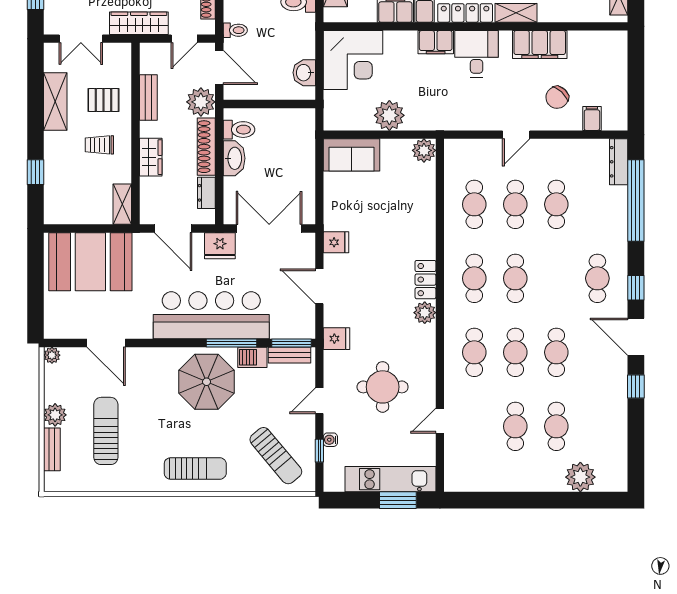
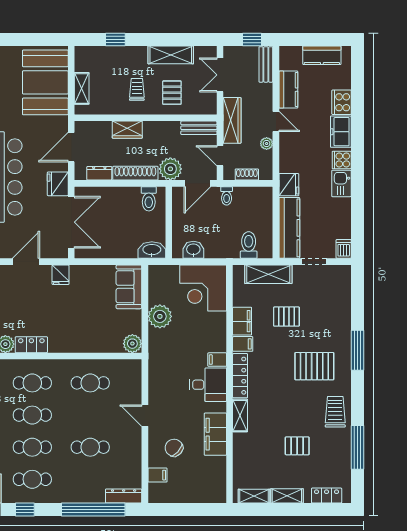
filing cabinet: (436, 42) -> (217, 360), width x0.50
bench: (148, 97) -> (199, 128), moved
washbasin: (234, 158) -> (152, 250), moved, turned 180
shelving: (122, 204) -> (82, 88), moved, turned 90
cafe table: (515, 204) -> (32, 447), moved

